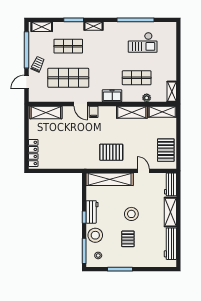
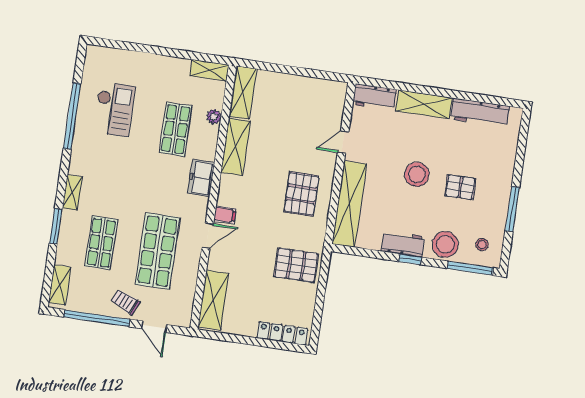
pallet: (166, 150) -> (296, 265), moved

